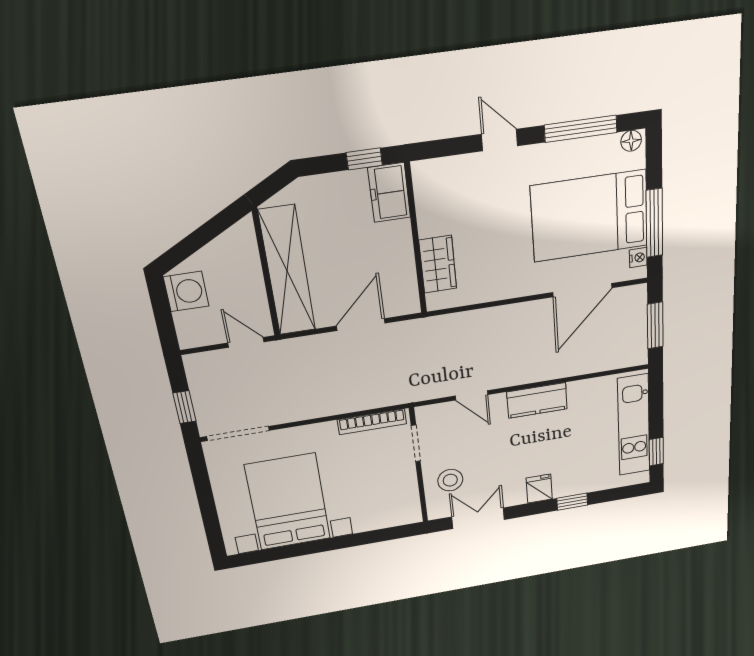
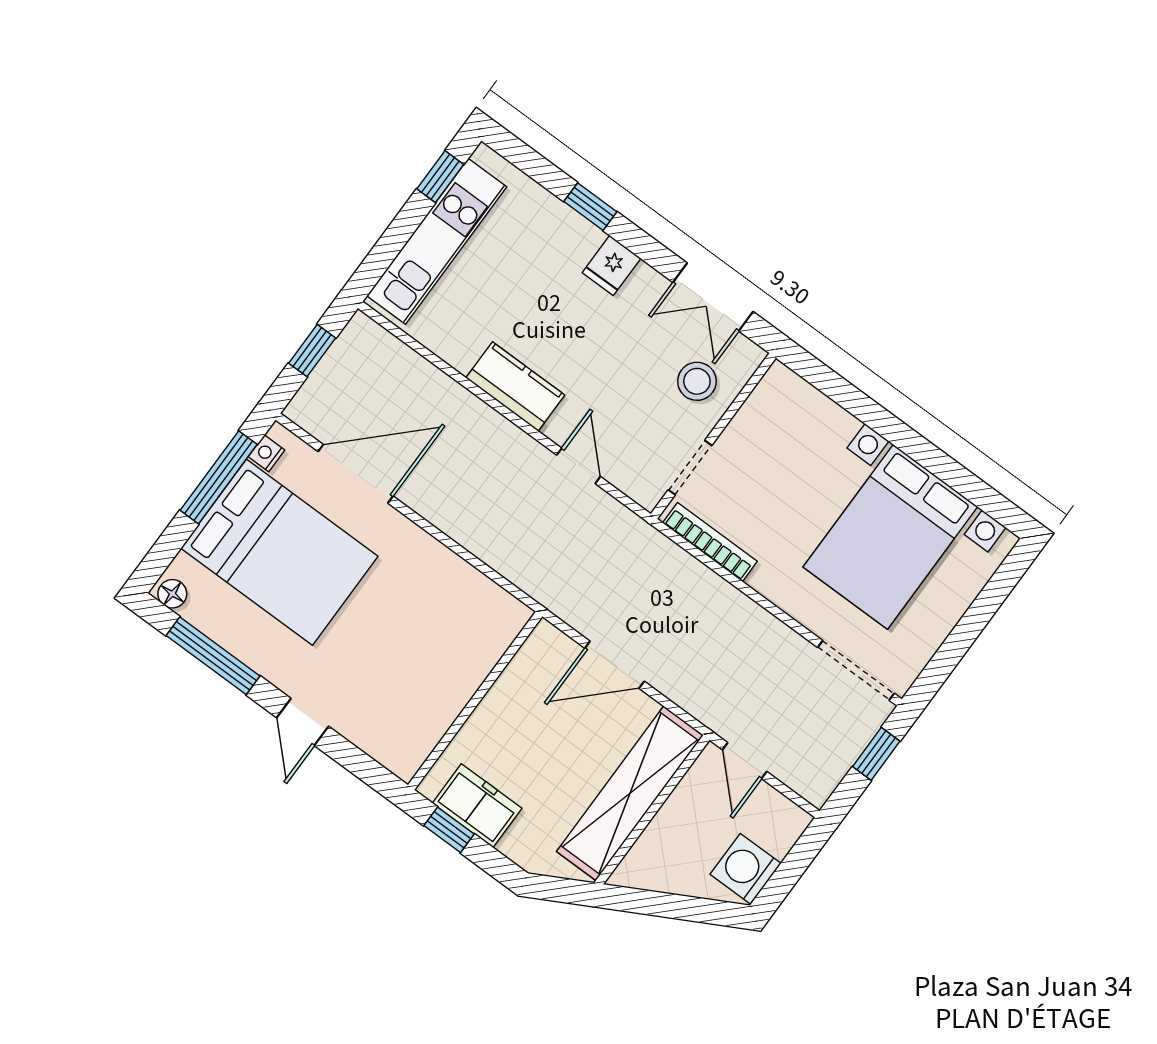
freezer: (389, 193) -> (477, 806), moved, turned -90
wardrobe: (438, 264) -> (478, 652), removed
window: (655, 325) -> (312, 351), width x0.67

